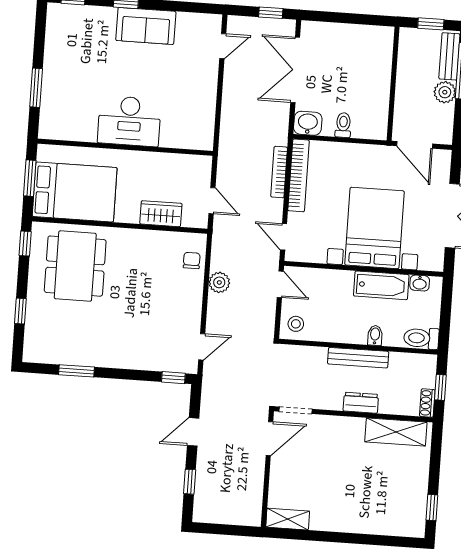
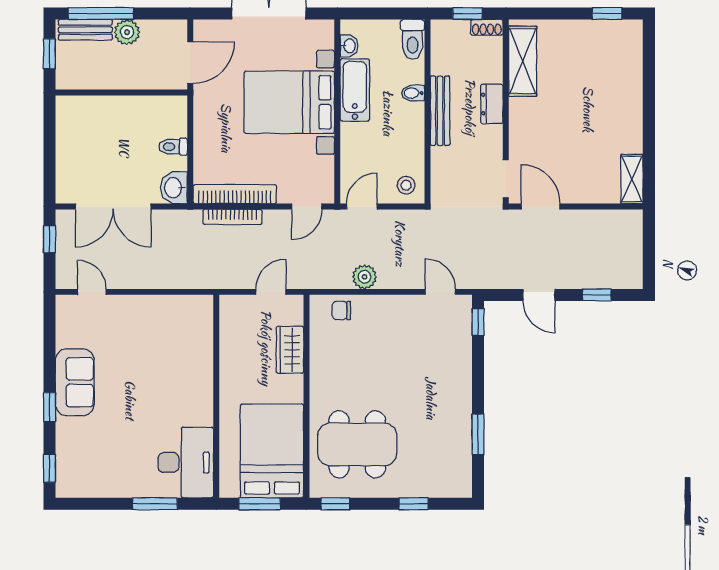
desk: (129, 121) -> (186, 463), moved

